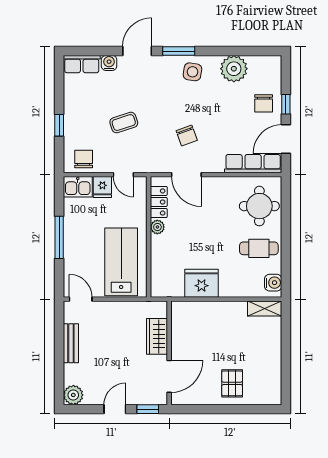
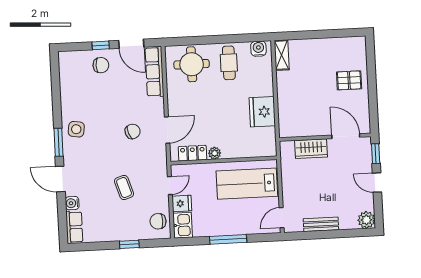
plant: (234, 69) -> (72, 93), removed

